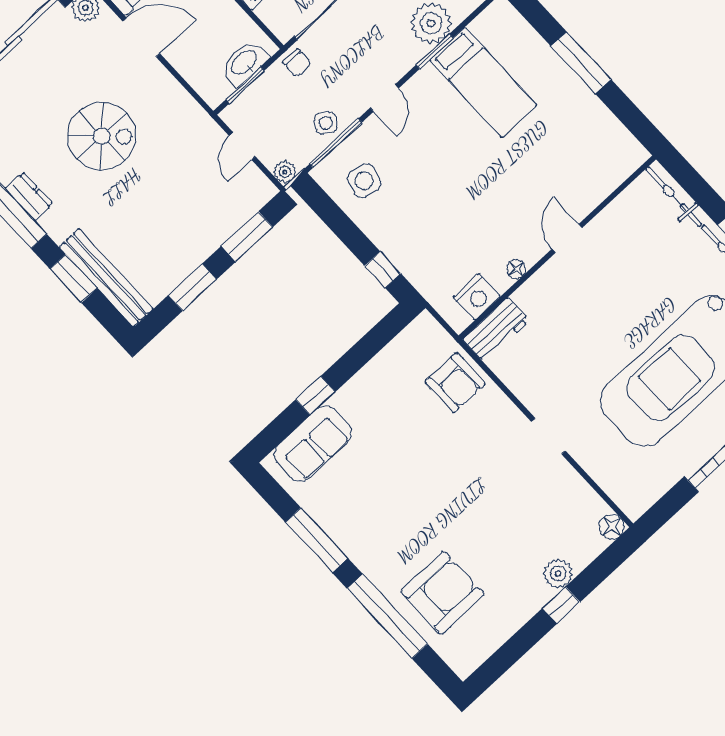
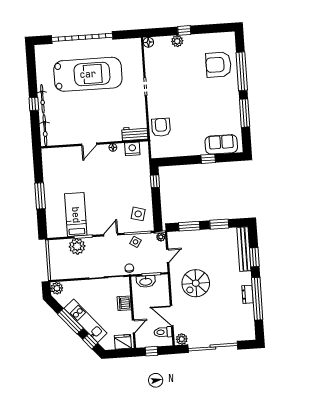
spiral stairs: (102, 136) -> (196, 283), moved, turned -90

